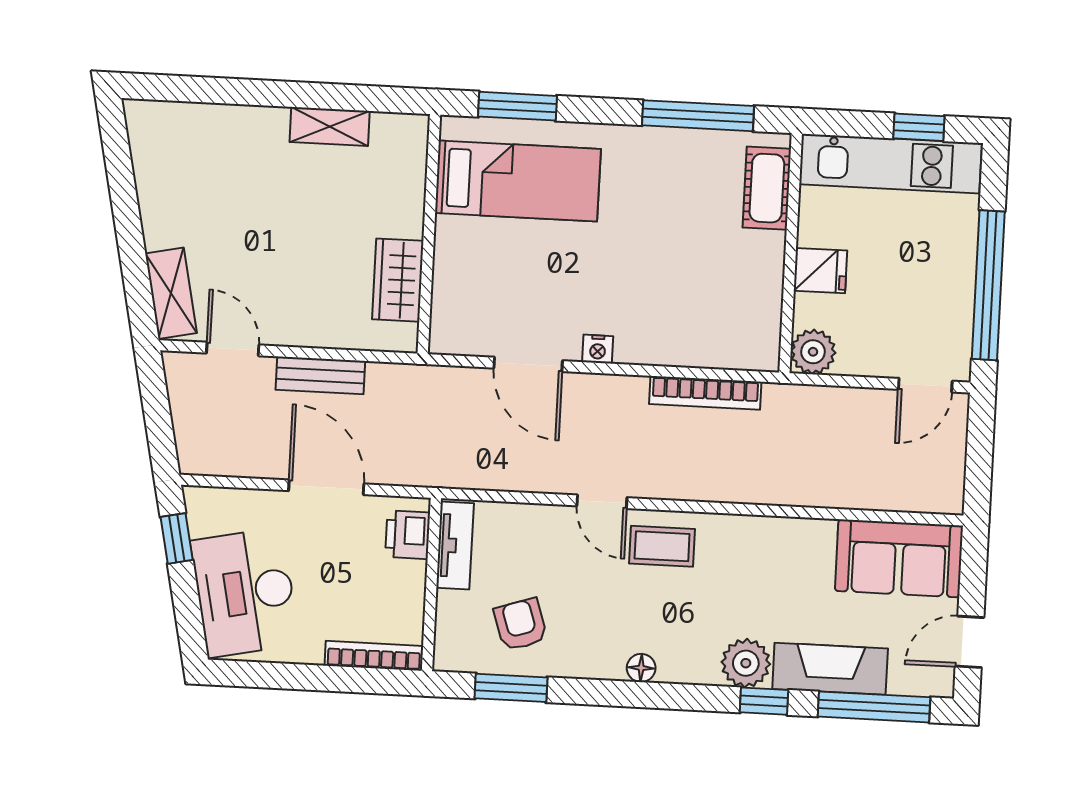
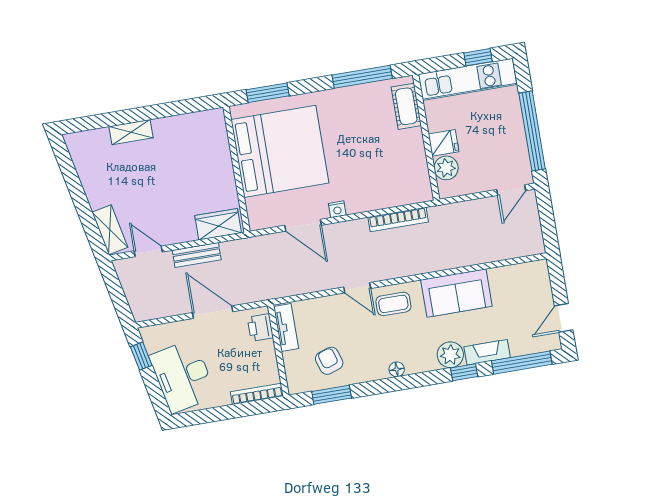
shelving: (330, 127) -> (131, 132), moved
bed: (518, 181) -> (280, 151), width x2.04
wardrobe: (398, 280) -> (218, 224), moved, turned 90
plant: (813, 352) -> (446, 168), moved
sofa: (899, 558) -> (456, 293), moved
fireplace: (830, 669) -> (487, 352), width x0.73, depth x0.76

